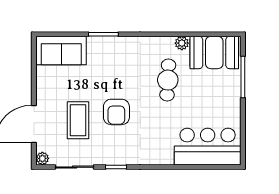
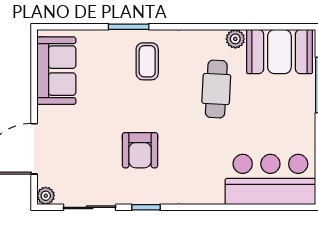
sofa: (61, 51) -> (56, 71), moved, turned -90
armchair: (116, 112) -> (140, 150), moved
coffee table: (78, 120) -> (147, 61), moved, width x0.73, depth x0.77

